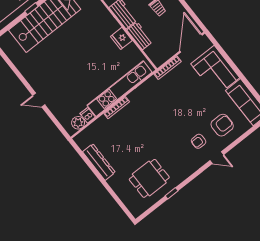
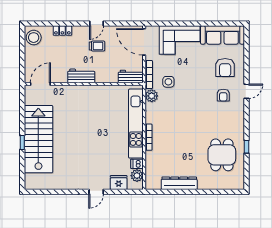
workbench: (140, 36) -> (131, 76), moved
fridge: (121, 38) -> (119, 183), moved, turned 180
plant: (152, 84) -> (152, 96), added
side table: (174, 88) -> (168, 82), added
armchair: (222, 125) -> (225, 68), turned 180

